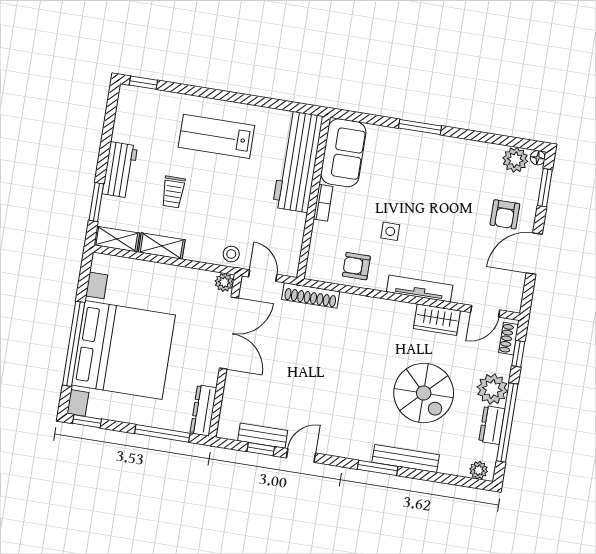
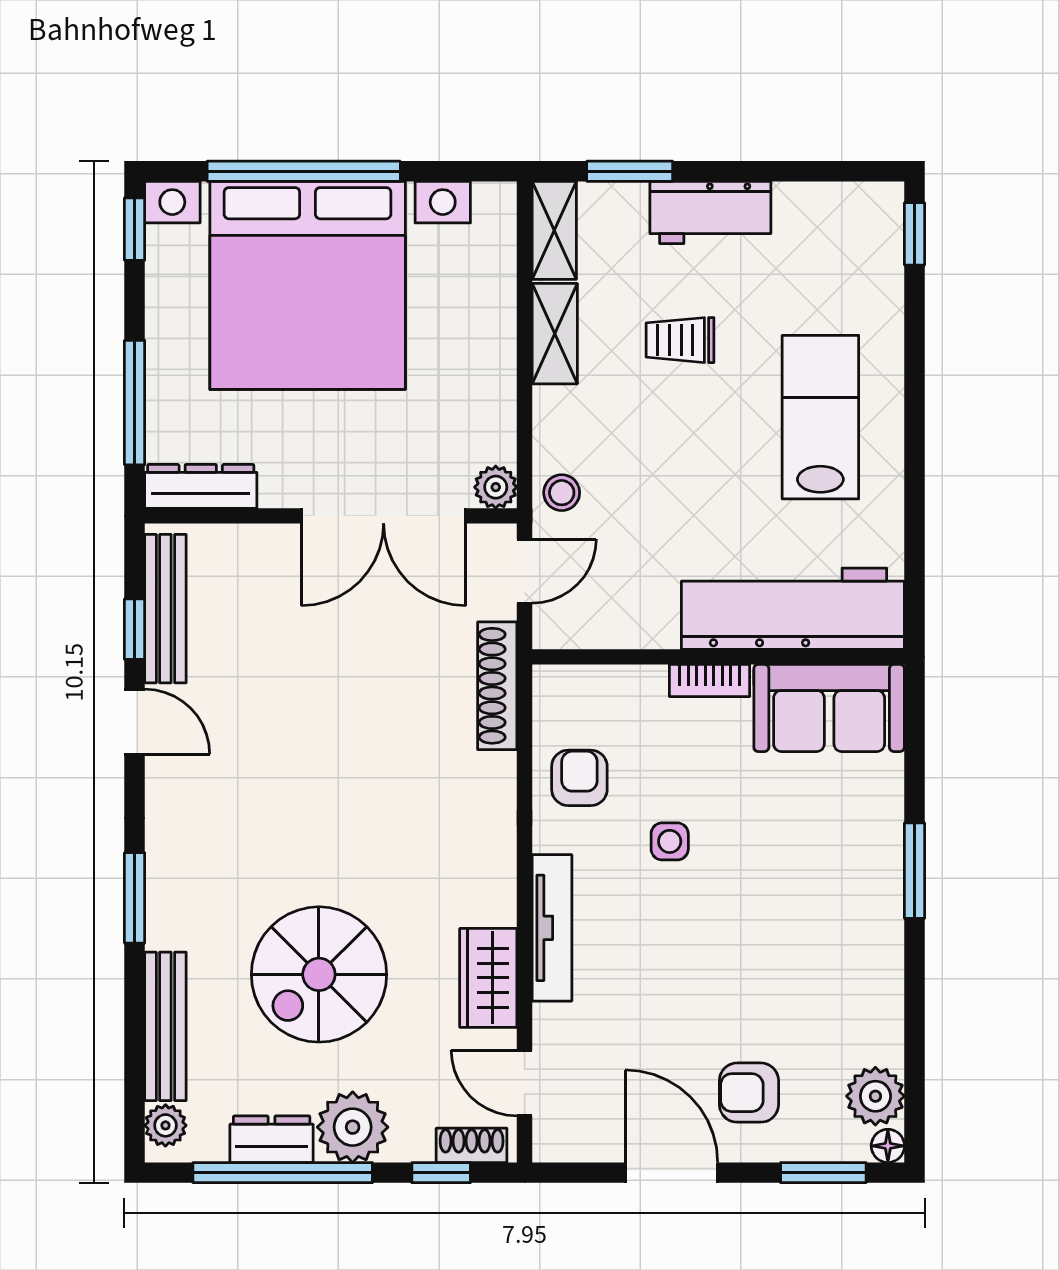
bench: (263, 436) -> (165, 609), width x1.36
bench: (406, 459) -> (165, 1026), moved

